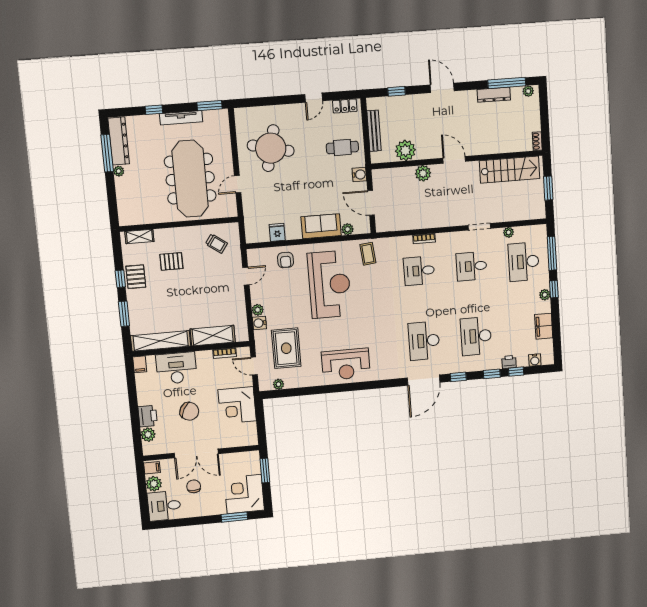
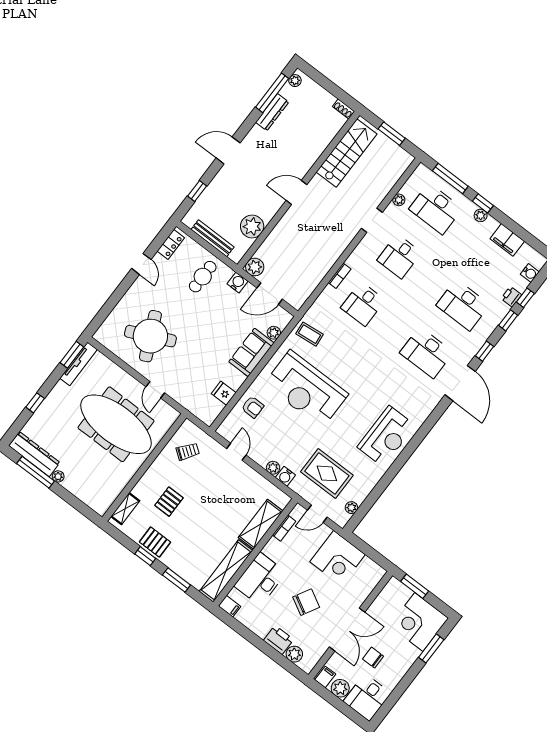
tv unit: (181, 118) -> (79, 364), moved
round table: (271, 148) -> (150, 336), turned -38
plant: (423, 173) -> (255, 267), moved
reception desk: (329, 284) -> (306, 389), turned 180

